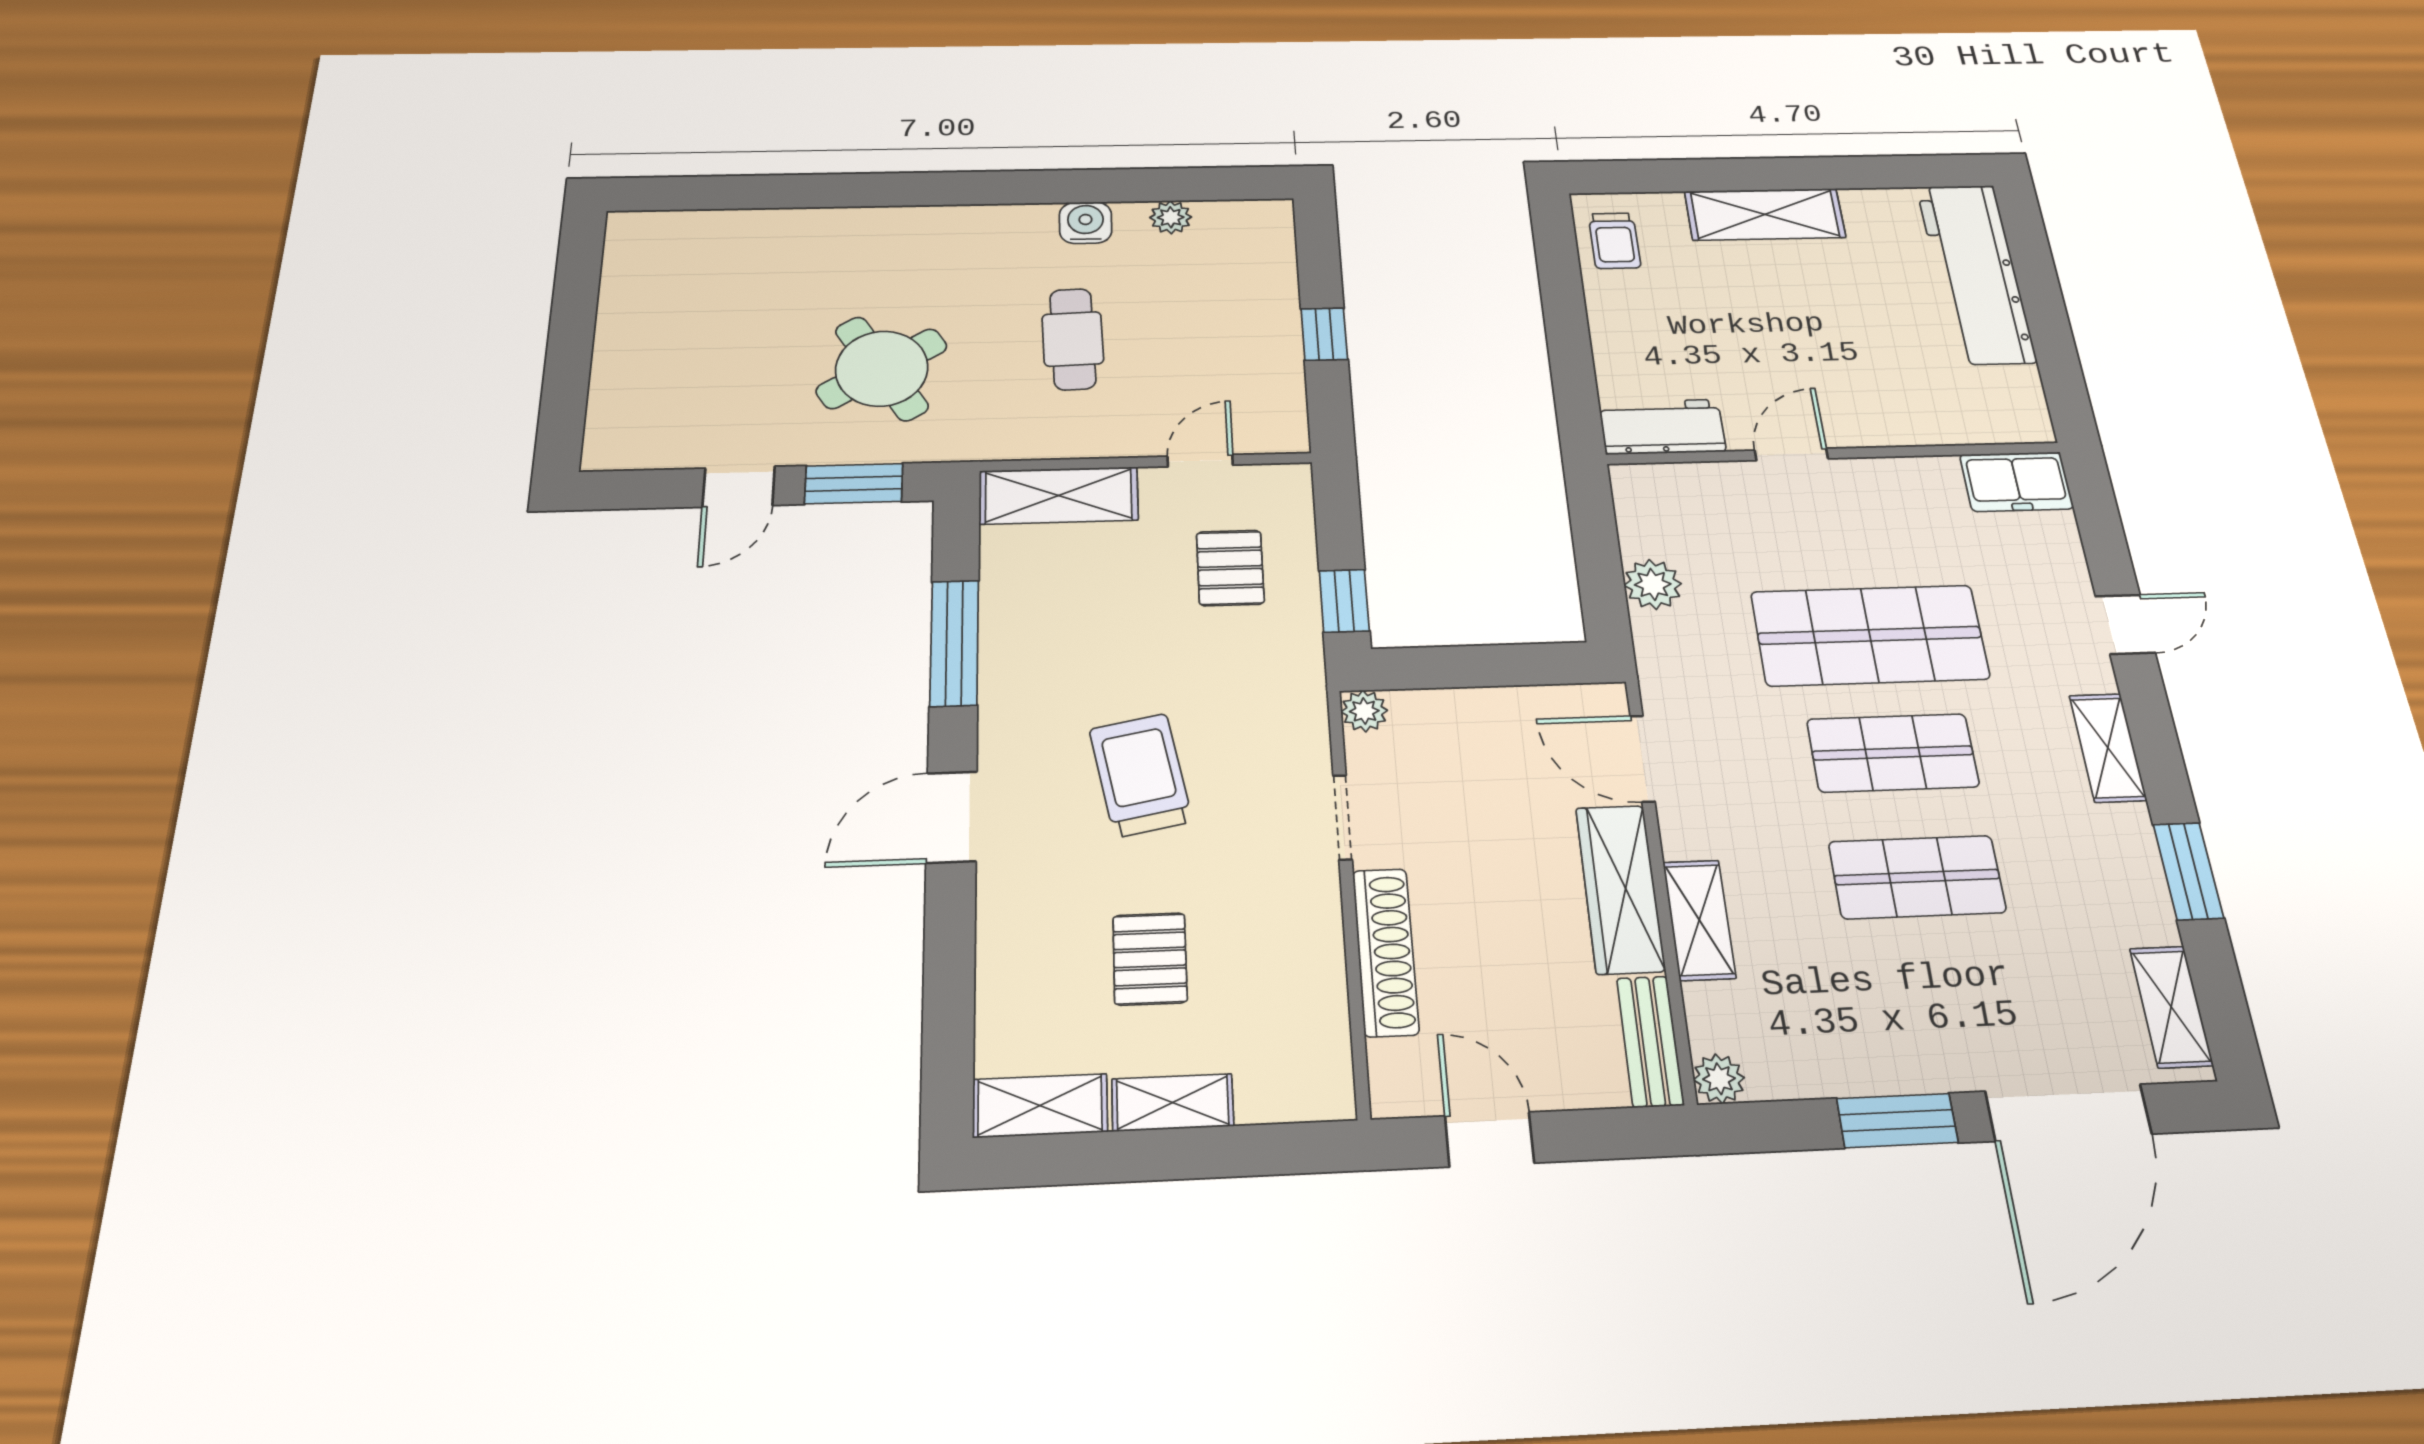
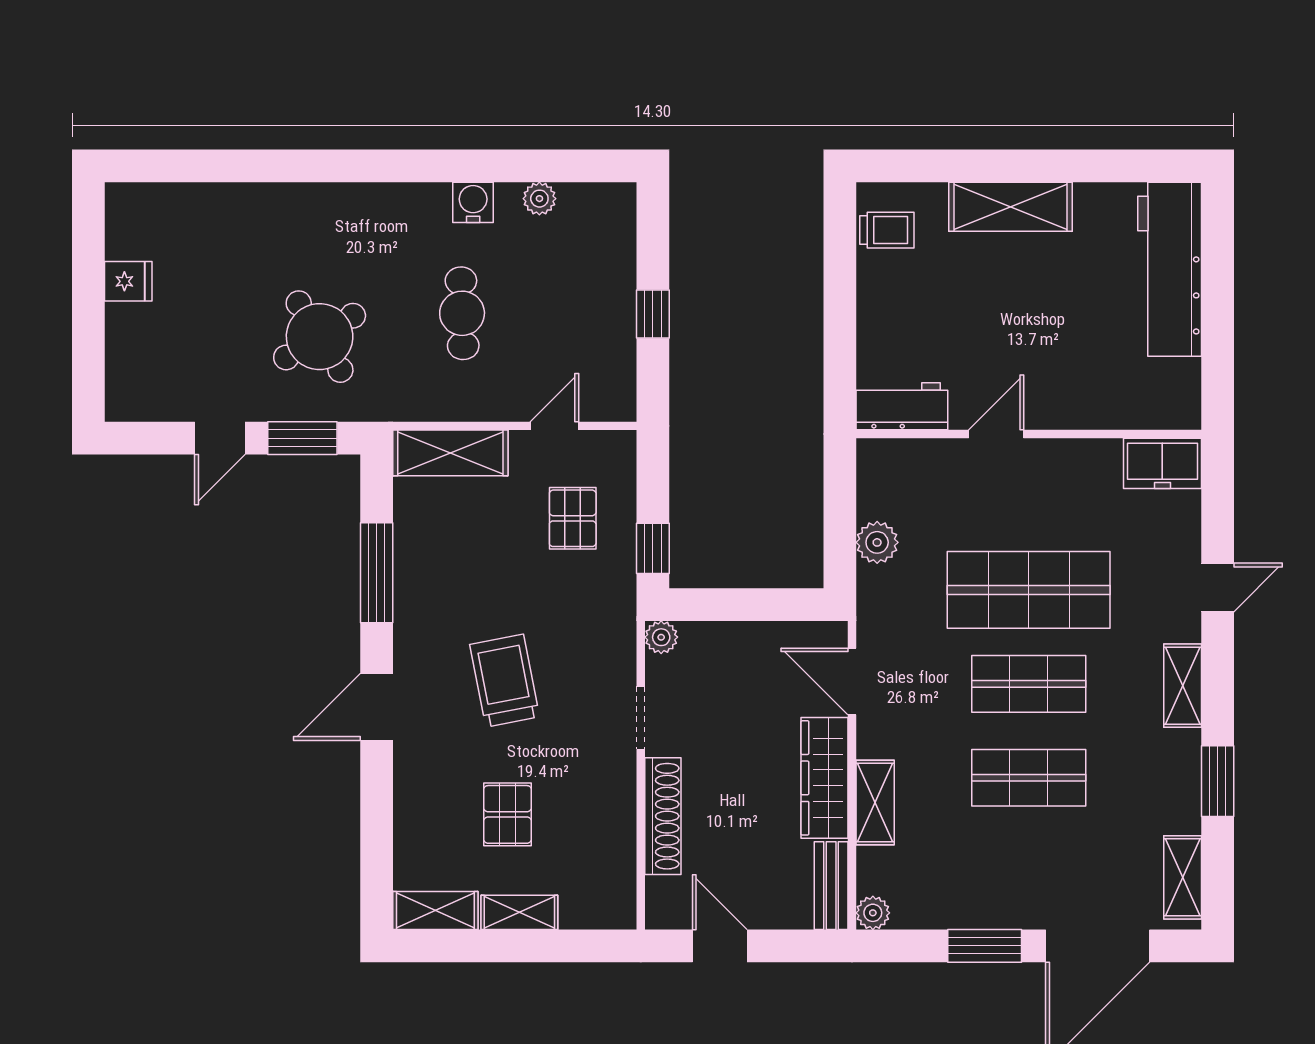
trolley: (1614, 241) -> (887, 230), turned -90
fridge: (627, 314) -> (128, 281), added

